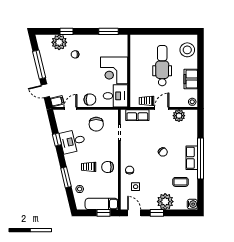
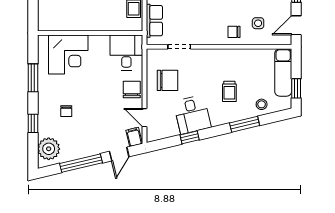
window: (108, 31) -> (33, 78), moved
plant: (59, 42) -> (49, 149), moved
corner desk: (114, 70) -> (68, 54), moved
chair: (108, 167) -> (230, 64), removed
window: (104, 213) -> (296, 88), moved

